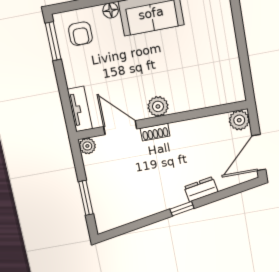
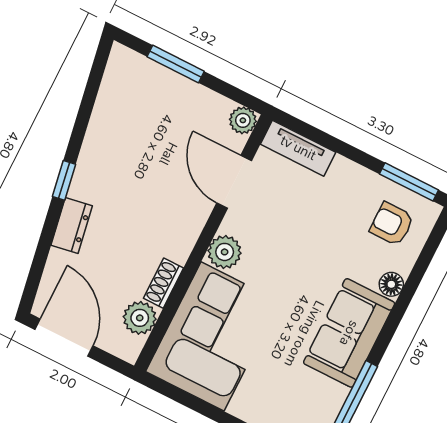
corner sofa: (204, 81) -> (212, 336), added
plant: (239, 120) -> (140, 318), moved
door: (120, 128) -> (234, 182), swing flipped
shoe rack: (155, 132) -> (163, 283), moved

